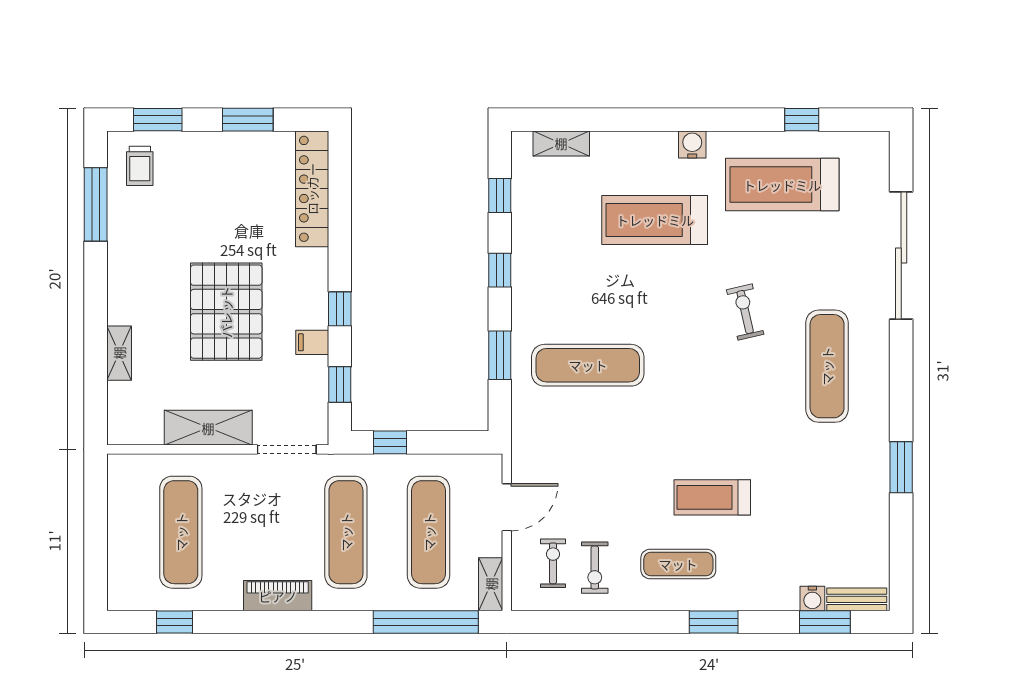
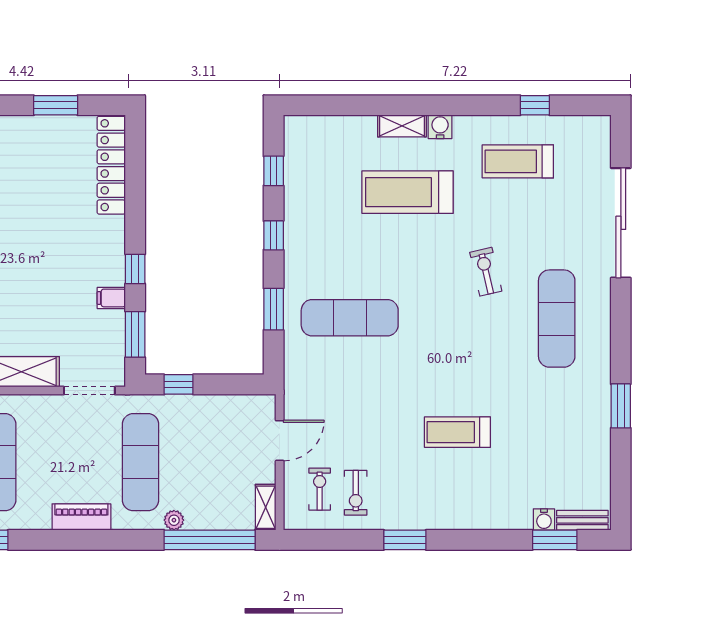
shelving: (561, 143) -> (402, 126), moved
treadmill: (782, 185) -> (518, 161), width x0.73, depth x0.73
pallet: (226, 312) -> (37, 271), removed
window: (340, 384) -> (135, 334), width x1.50
exercise mat: (429, 532) -> (212, 462), removed
exercise mat: (678, 564) -> (428, 490), removed
plant: (385, 599) -> (174, 520), added
window: (714, 622) -> (405, 540), moved

